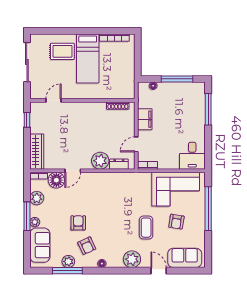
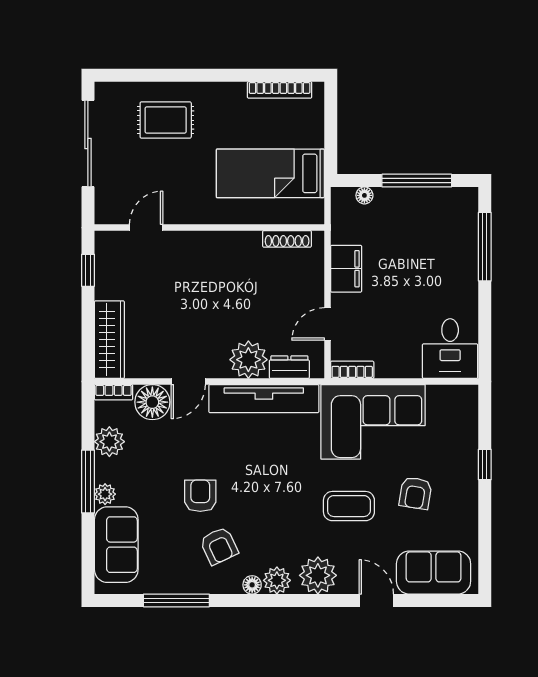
bed: (88, 58) -> (270, 173), moved, turned 90
tv unit: (107, 179) -> (264, 399), added
corner sofa: (176, 189) -> (373, 422), moved
window: (208, 209) -> (485, 465), width x0.32
coffee table: (146, 228) -> (349, 506), turned 90
plant: (68, 261) -> (277, 580), moved

